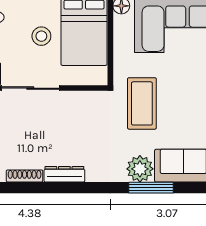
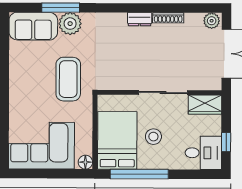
dresser: (64, 174) -> (140, 19), width x0.70

